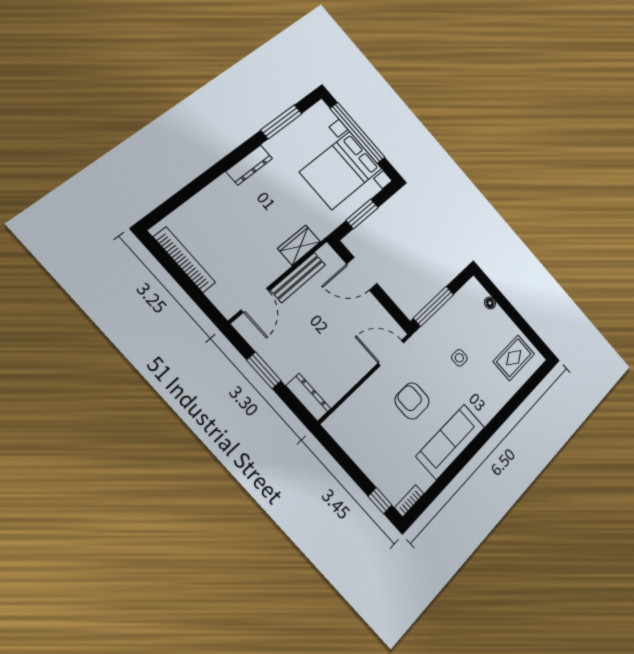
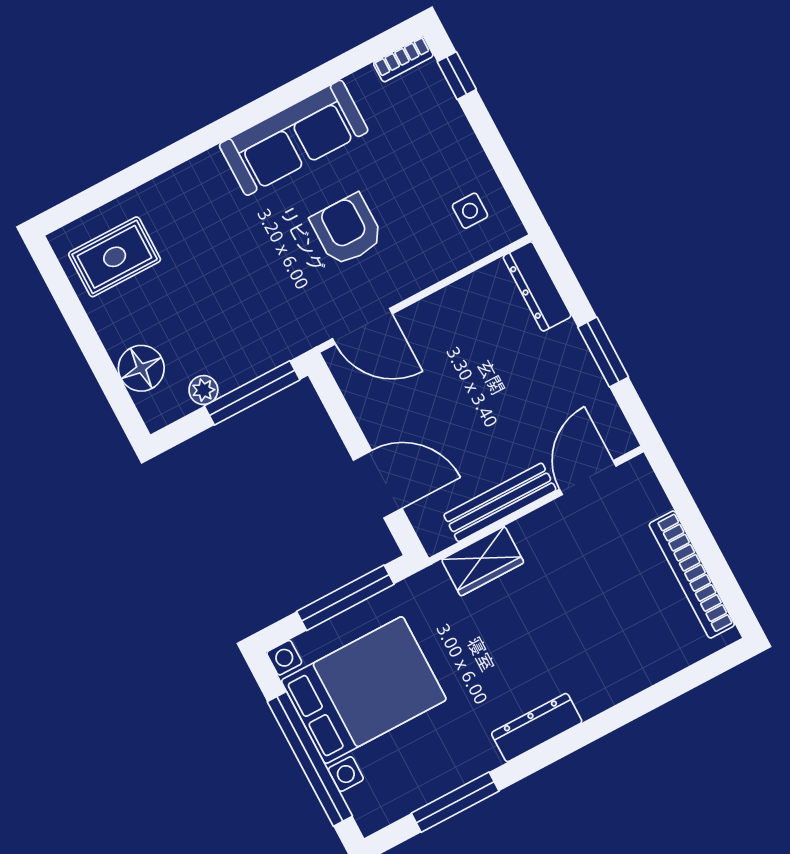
window: (362, 214) -> (345, 598), width x1.44
plant: (456, 302) -> (203, 390), added
floor lamp: (490, 303) -> (141, 368), width x1.89, depth x1.89
side table: (459, 358) -> (470, 211), moved
armchair: (412, 401) -> (347, 230), turned 180

